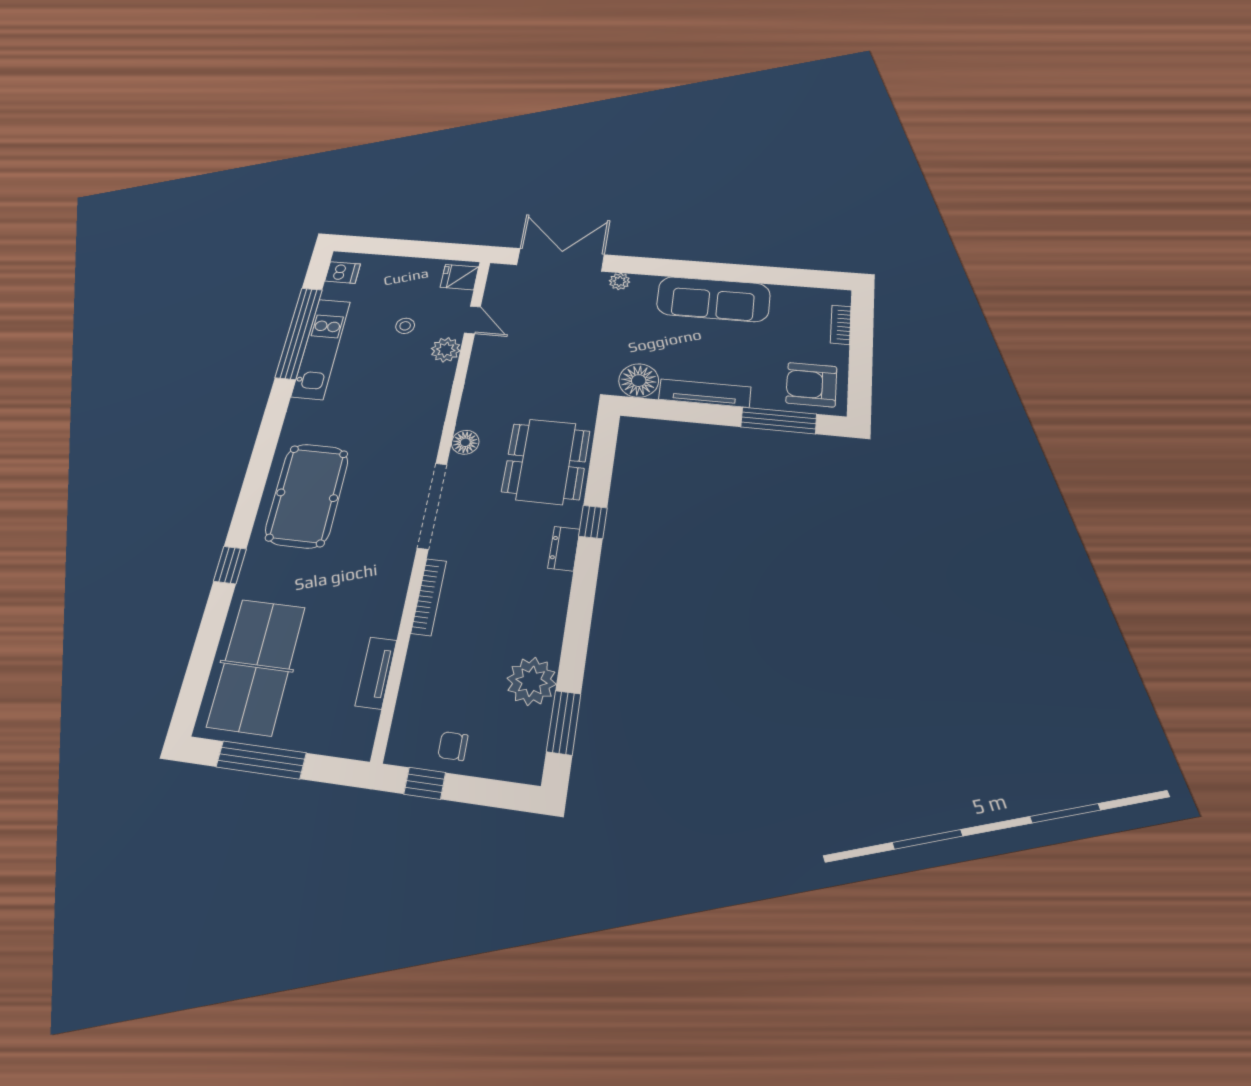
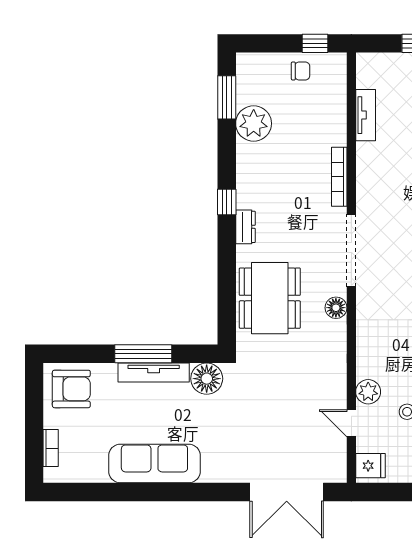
plant: (620, 281) -> (234, 474), removed
window: (779, 420) -> (143, 354), moved
window: (593, 522) -> (227, 202), moved

